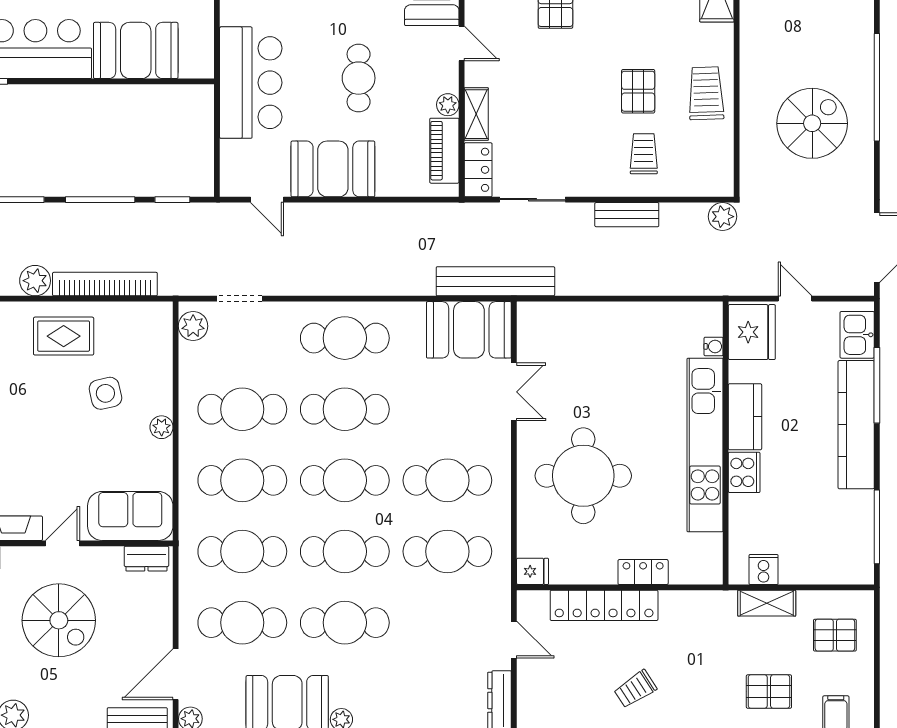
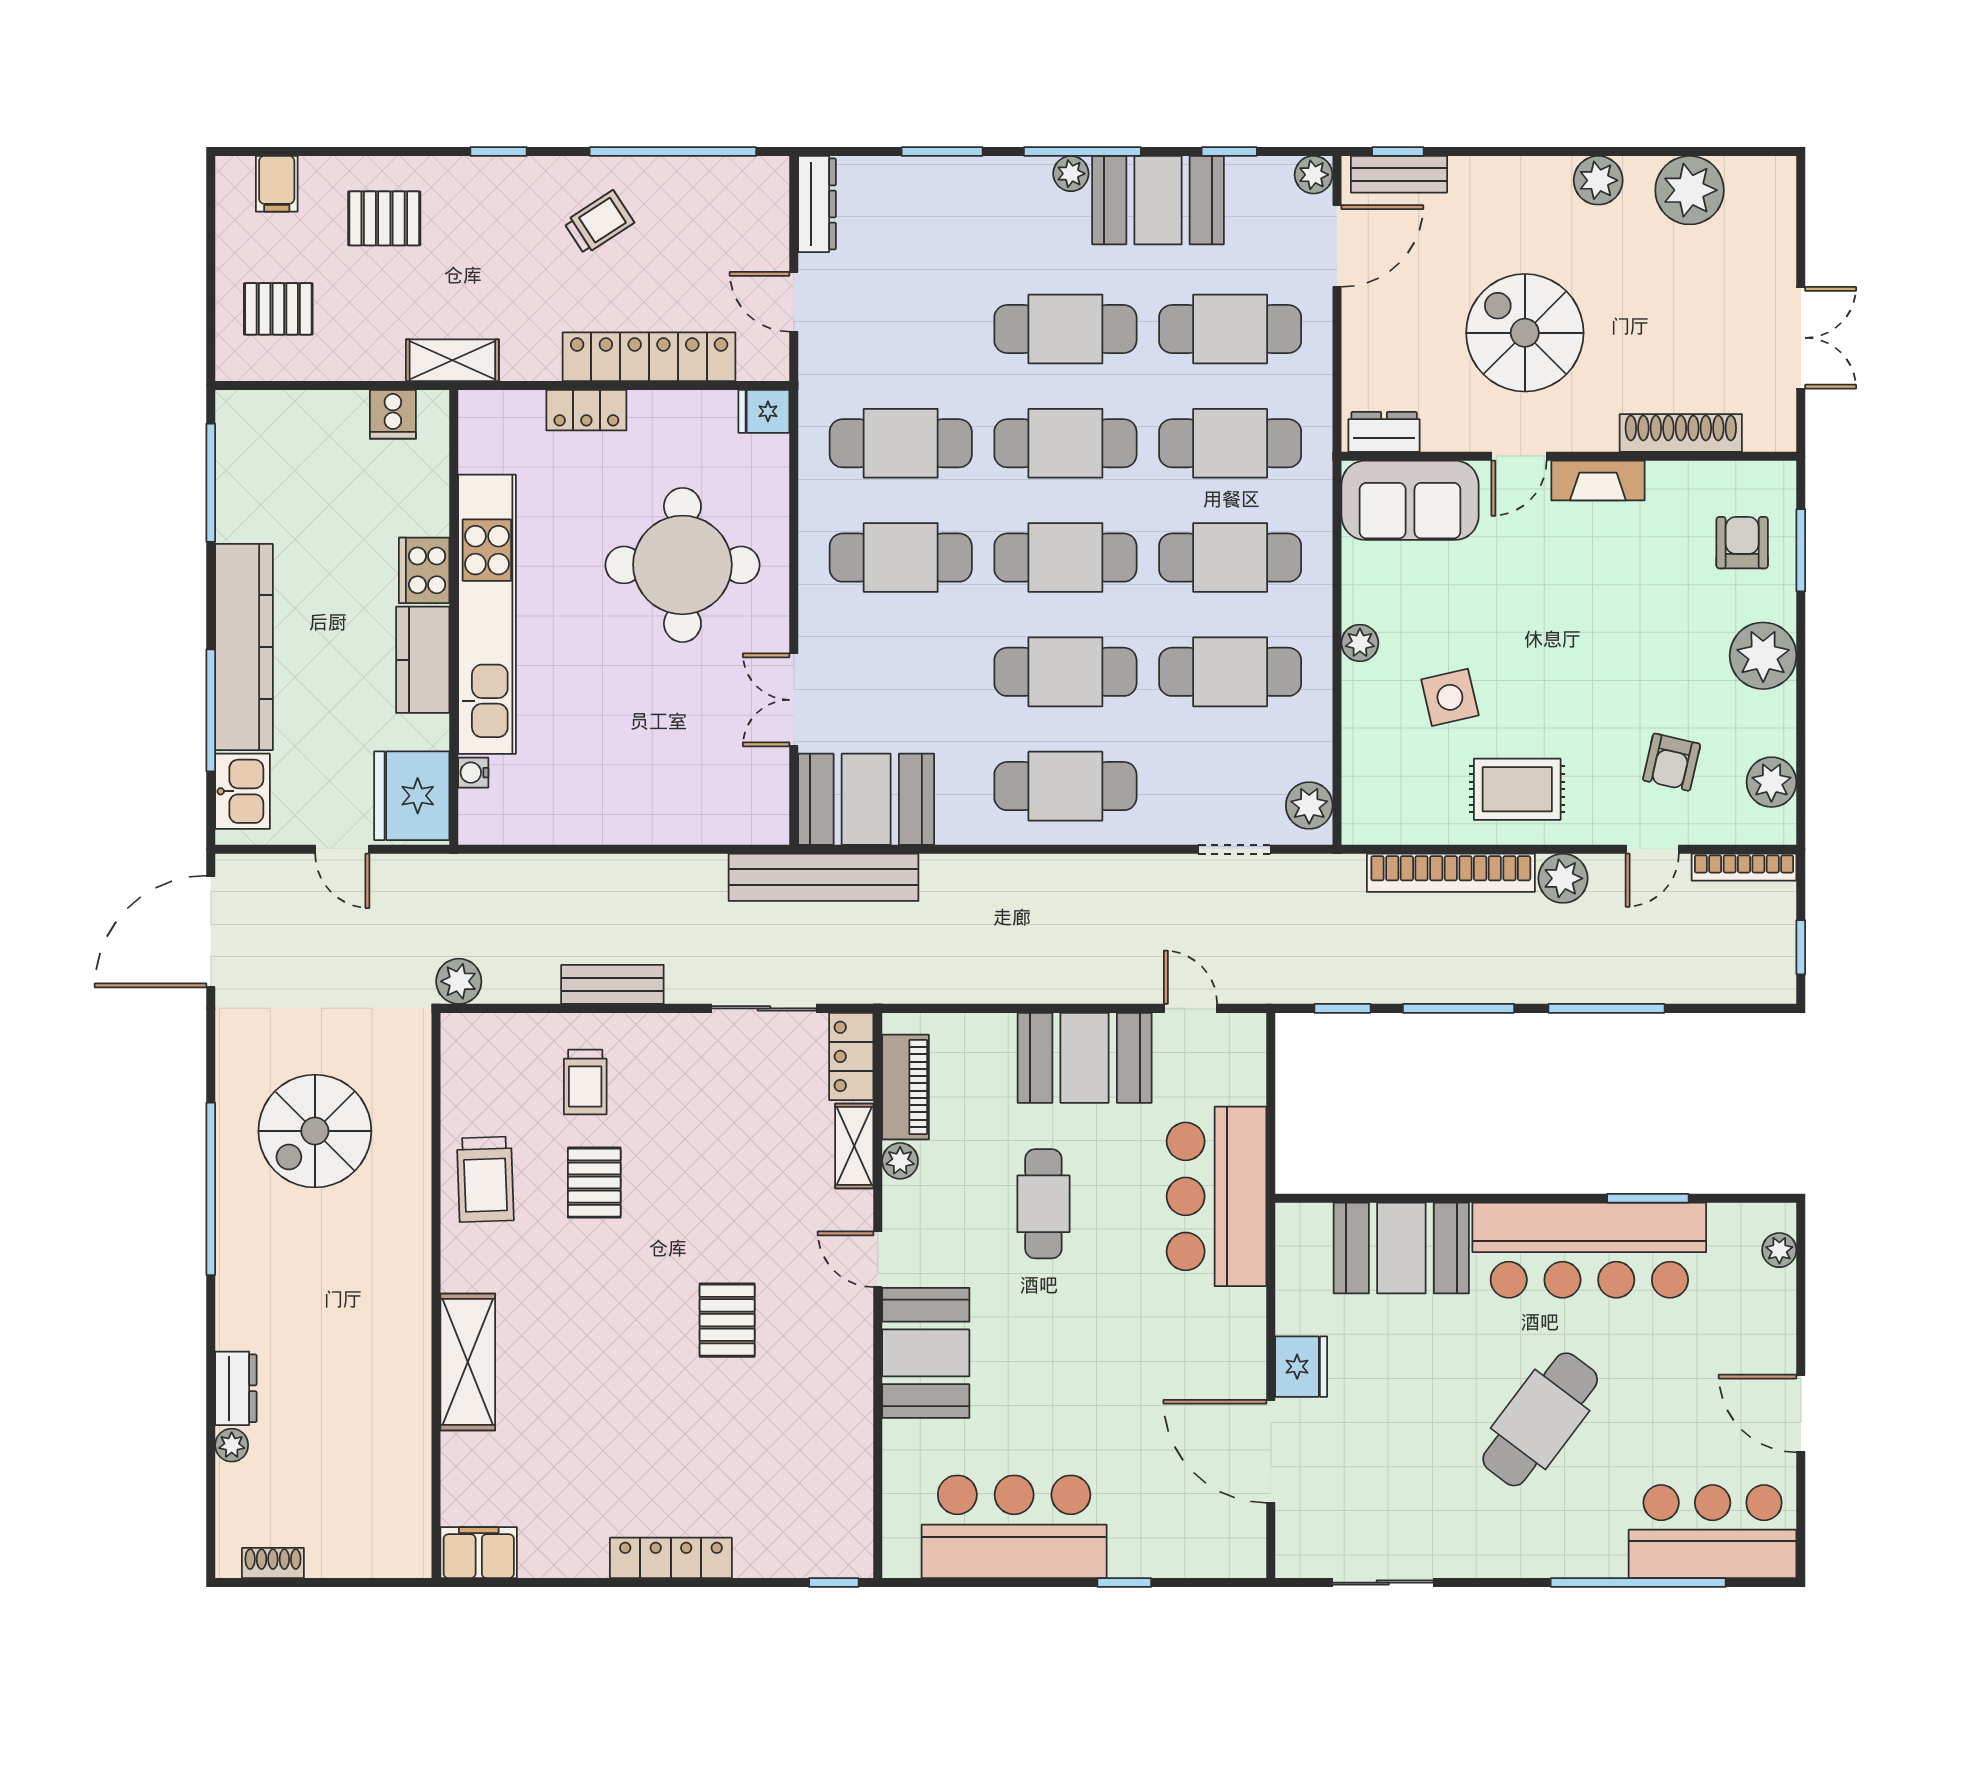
shelving: (767, 603) -> (452, 360), moved

